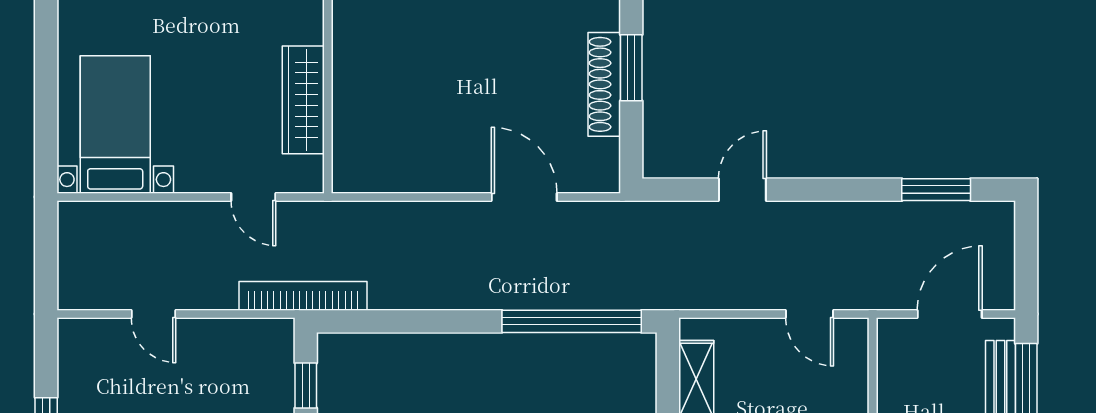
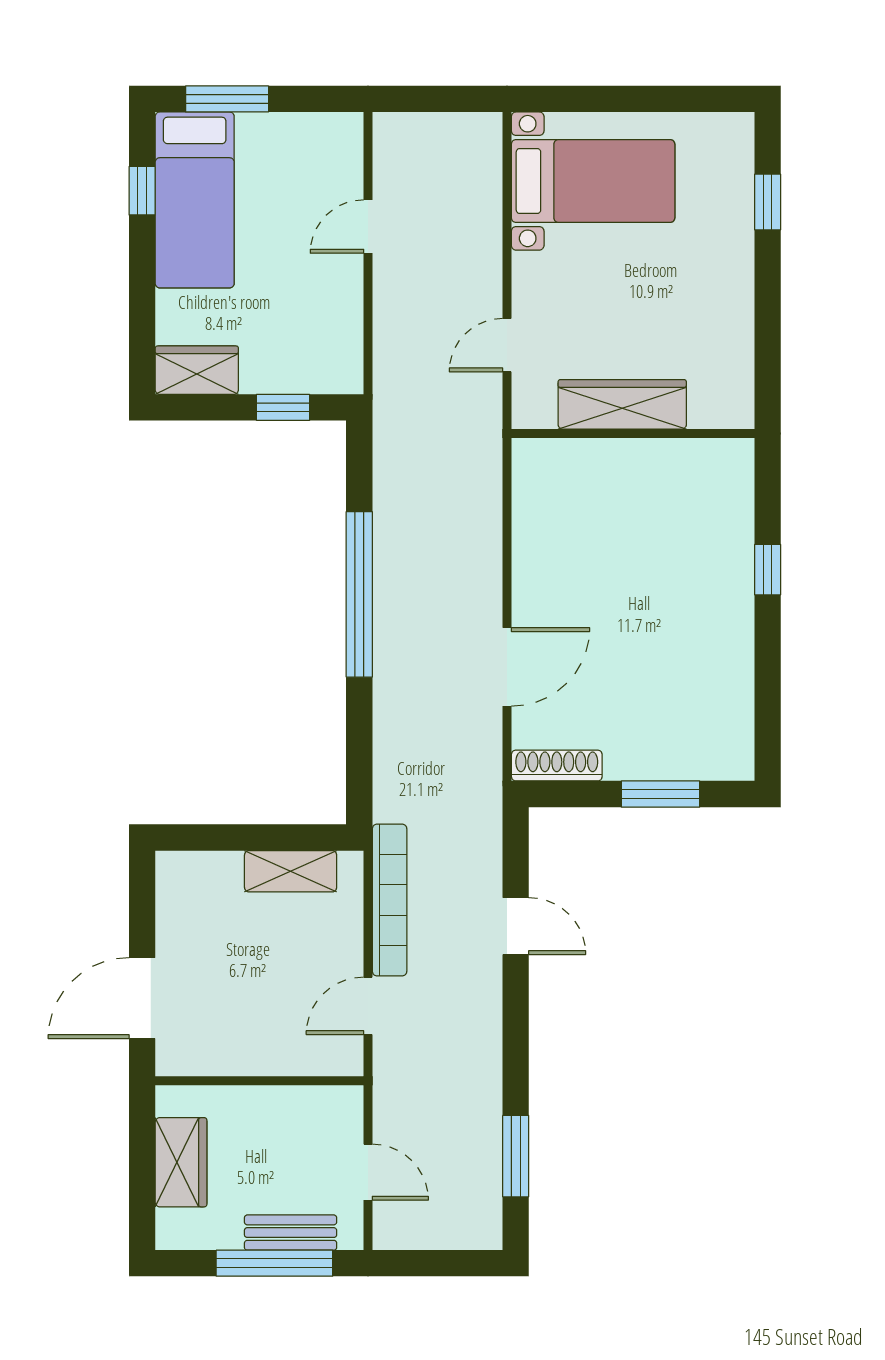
shoe rack: (604, 84) -> (557, 766), moved, width x0.74, depth x0.81
bookcase: (303, 296) -> (390, 900), moved
door: (950, 314) -> (368, 1172), width x0.73
window: (572, 321) -> (359, 594), moved

